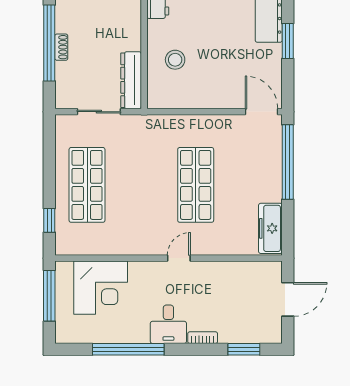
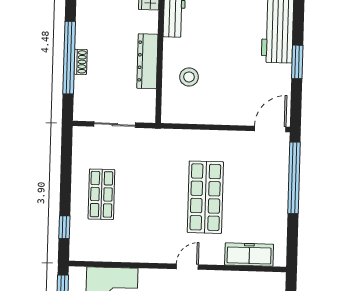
dresser: (131, 80) -> (147, 61), moved
door: (262, 112) -> (270, 129), hinge flipped
shop shelf: (87, 185) -> (101, 194), width x0.70, depth x0.74
freezer: (270, 228) -> (249, 255), moved, turned 90

